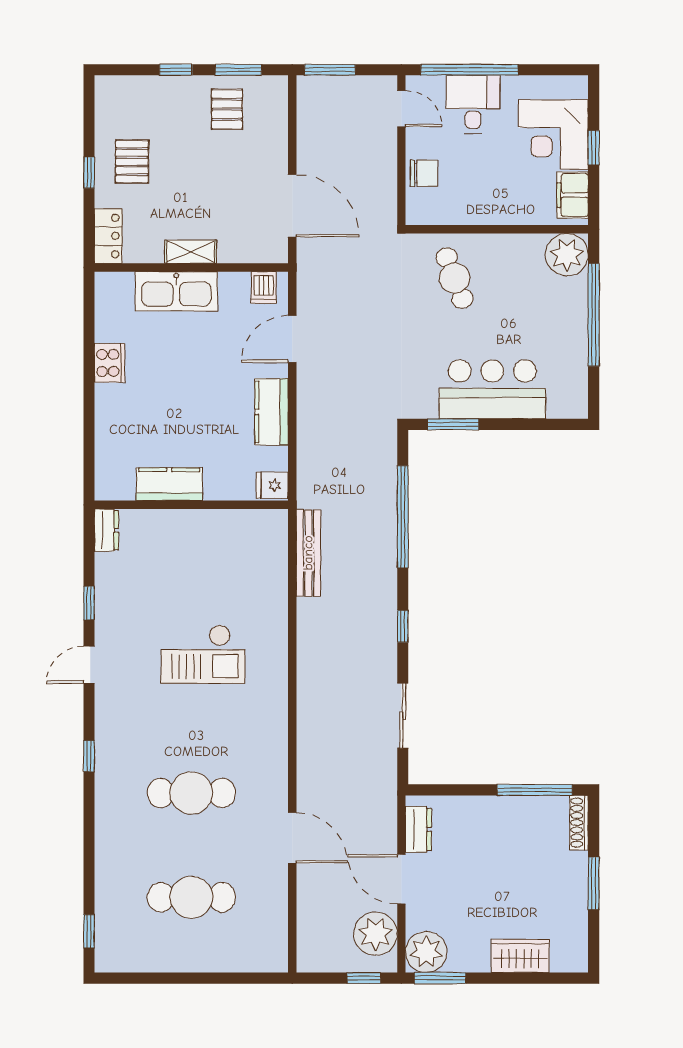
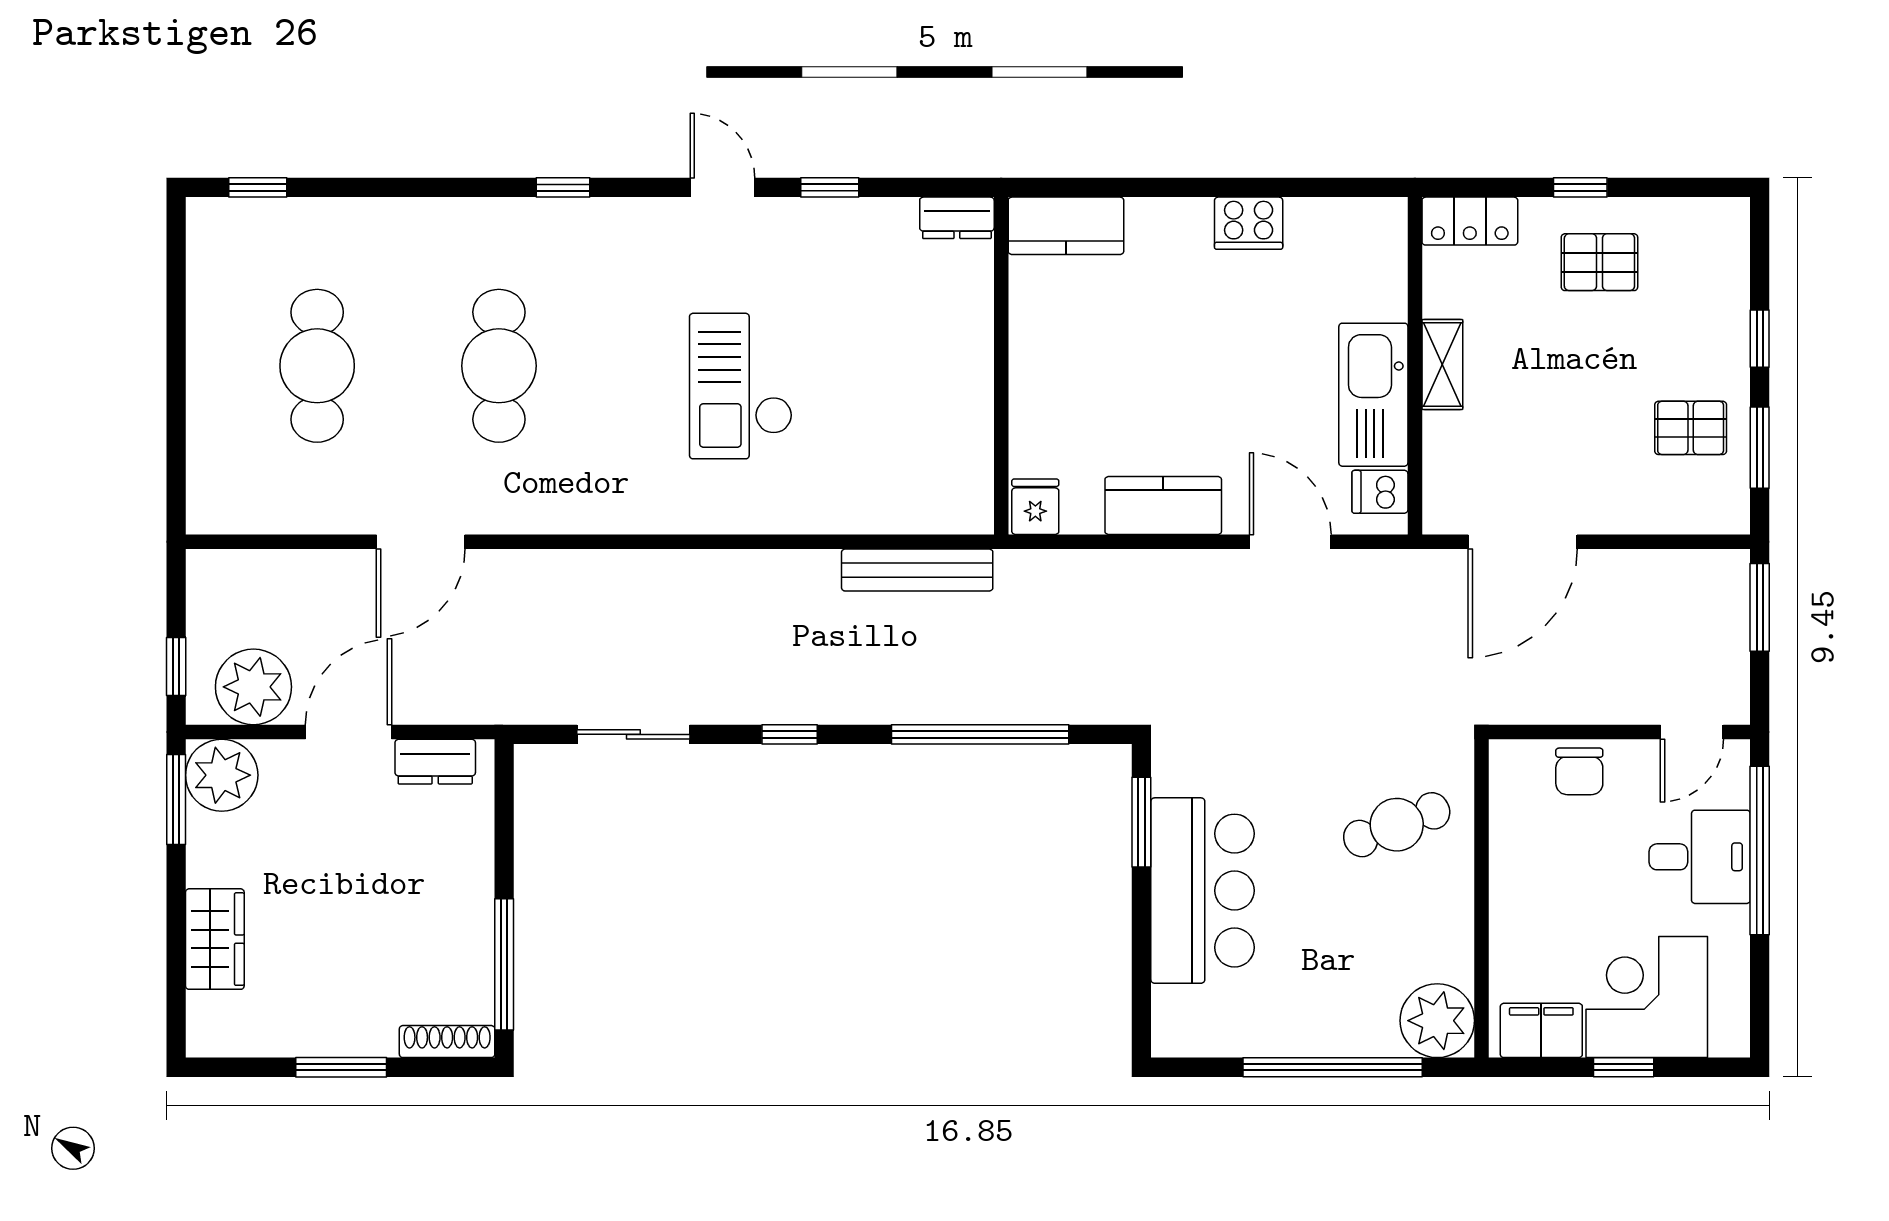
kitchen sink: (176, 291) -> (1373, 395), moved
kitchen counter: (169, 484) -> (1066, 226), moved, turned 90

